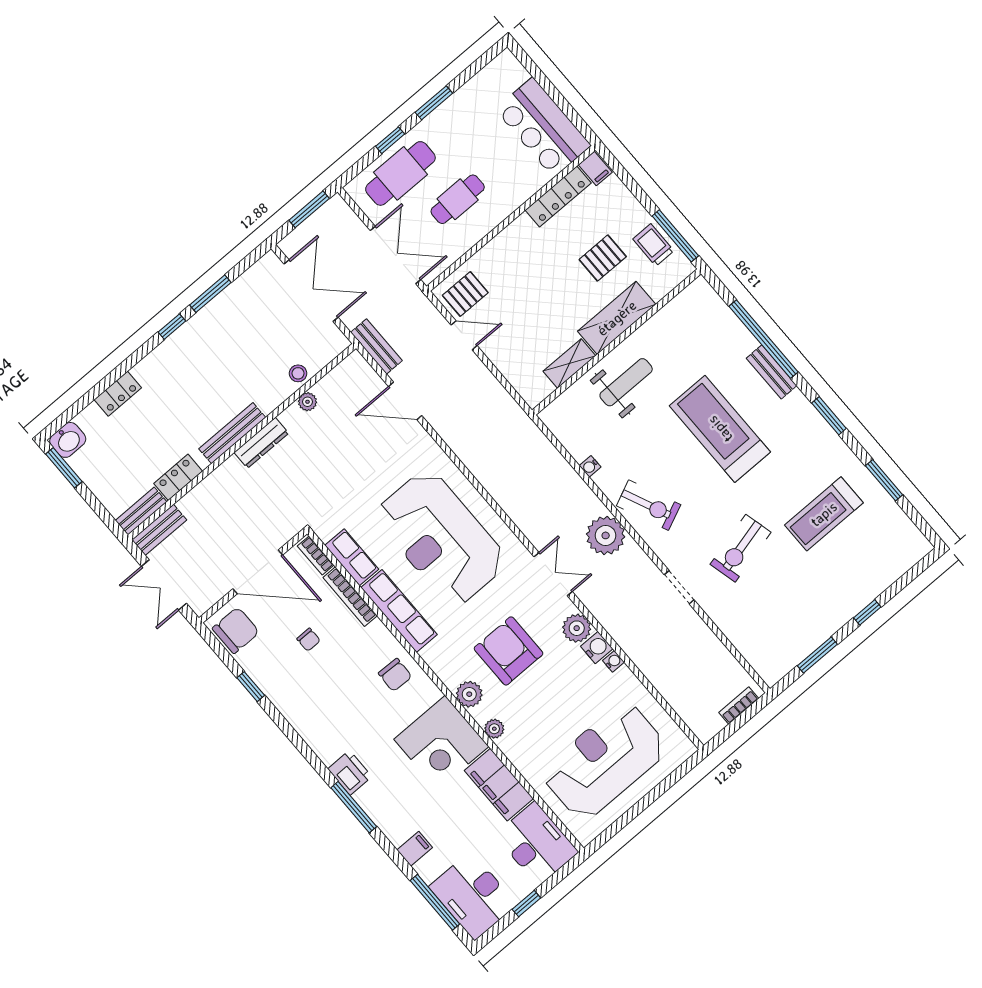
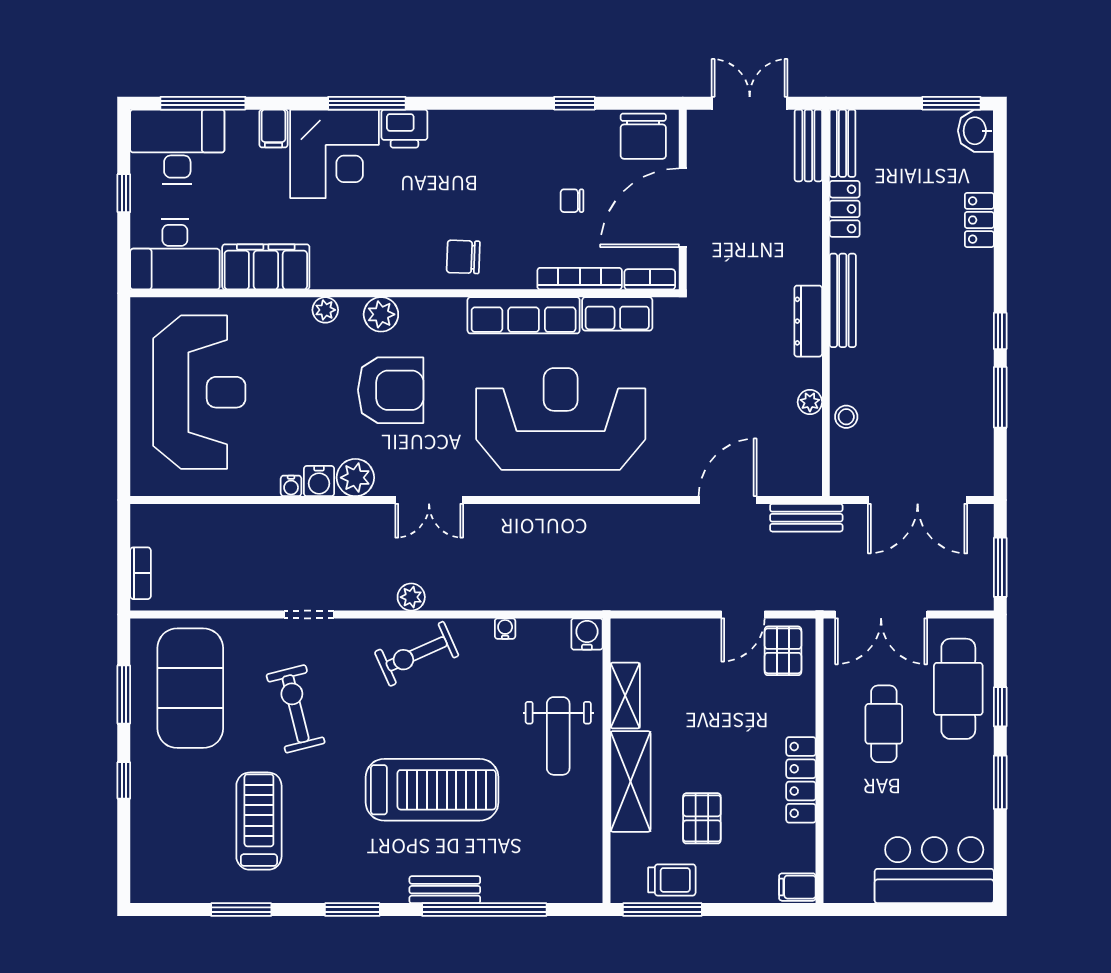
bar counter: (543, 127) -> (934, 870), moved
locker: (558, 197) -> (801, 780), moved
water cooler: (553, 416) -> (587, 634), added
plant: (606, 535) -> (411, 597), width x0.53, depth x0.53
exercise mat: (781, 620) -> (190, 688), added
corner desk: (441, 743) -> (335, 154), moved, turned 180

